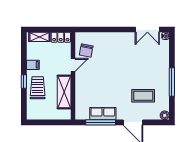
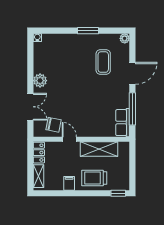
double door: (147, 29) -> (30, 107), moved
plant: (126, 38) -> (40, 81), added
window: (24, 81) -> (118, 193), moved
window: (172, 82) -> (88, 31), width x0.69
row of seats: (103, 114) -> (123, 123), moved

